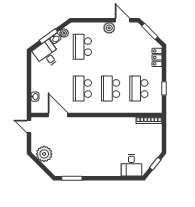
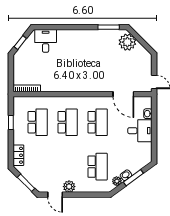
desk: (47, 54) -> (140, 131), moved, turned -54
plant: (44, 154) -> (127, 42), moved

